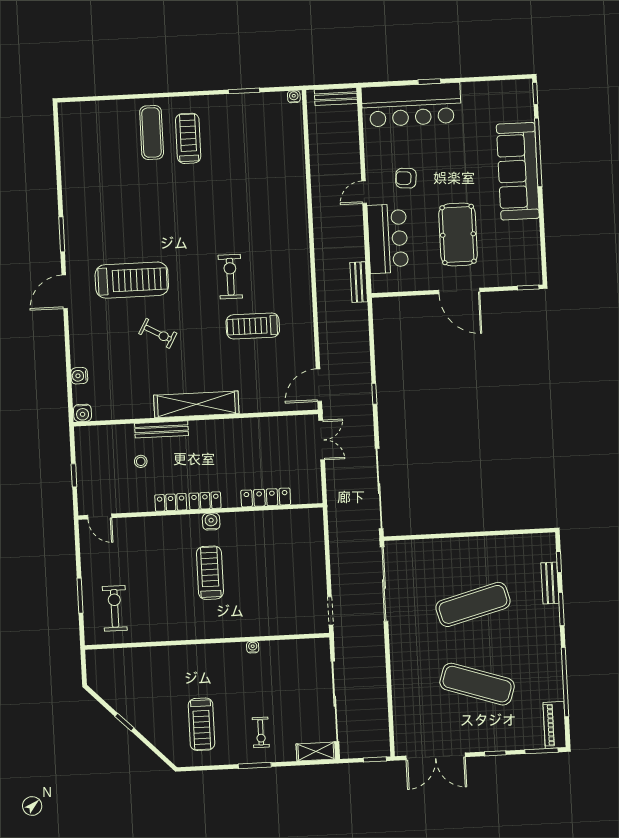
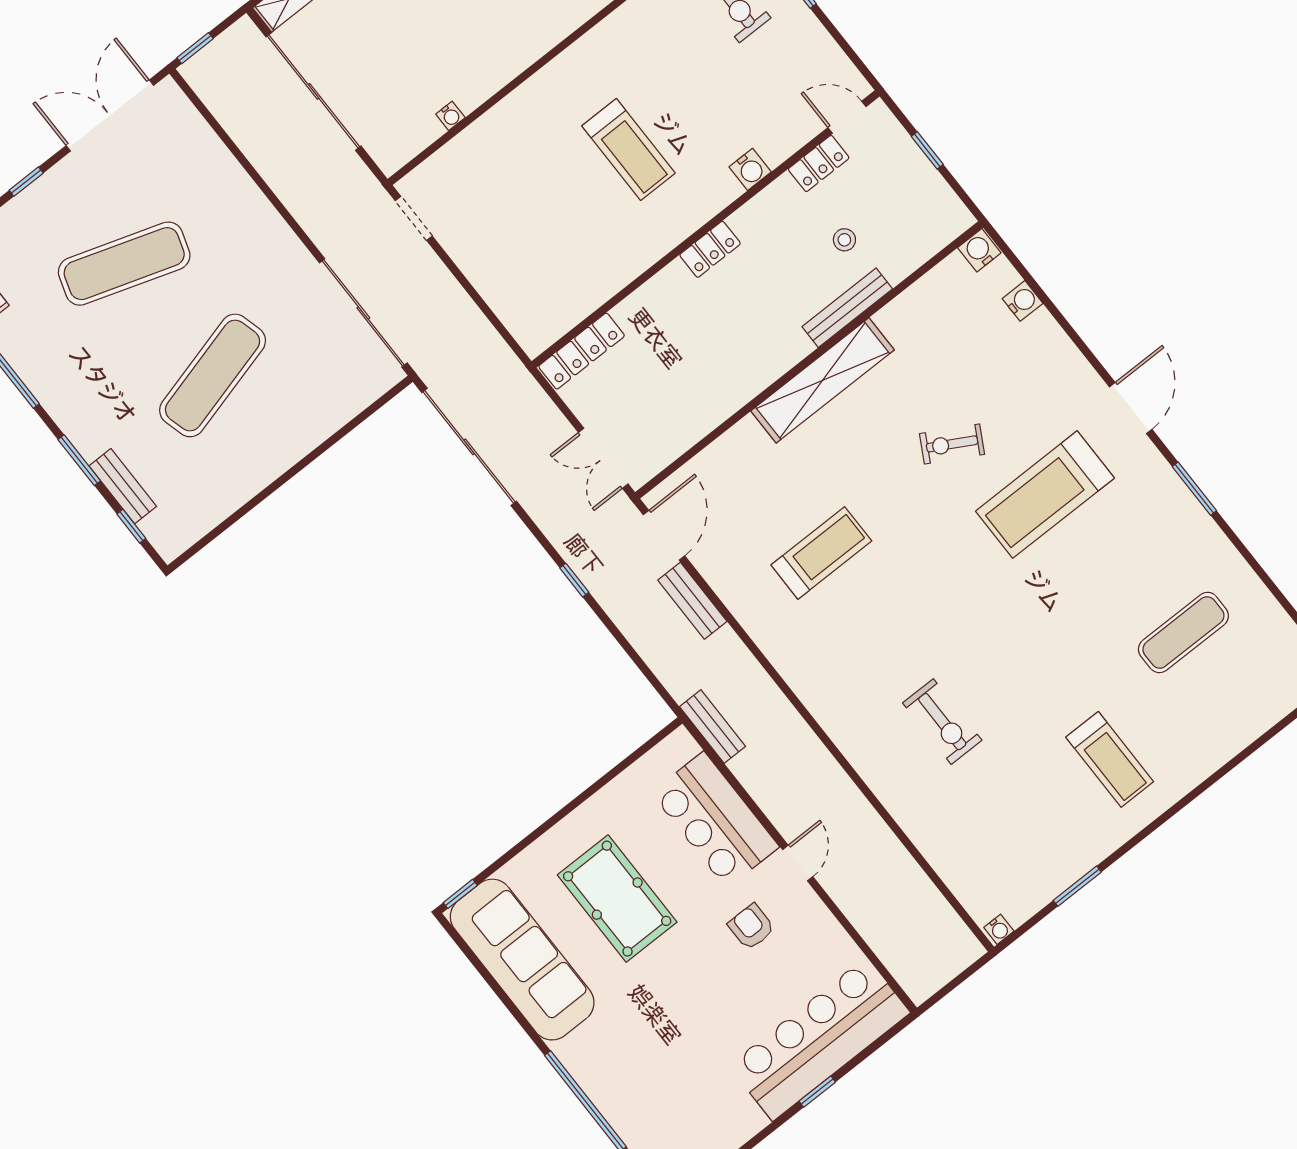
bench: (336, 97) -> (692, 601), moved, turned 90
exercise mat: (152, 133) -> (1183, 632), moved, turned 90
sofa: (518, 171) -> (522, 960), moved
armchair: (406, 178) -> (751, 927), turned -95
exercise bike: (230, 277) -> (942, 722), moved
door: (459, 291) -> (557, 818), removed
locker: (266, 497) -> (582, 351), moved
locker: (171, 502) -> (819, 163), moved
water cooler: (211, 522) -> (750, 169), moved
water cooler: (253, 647) -> (450, 116), moved

